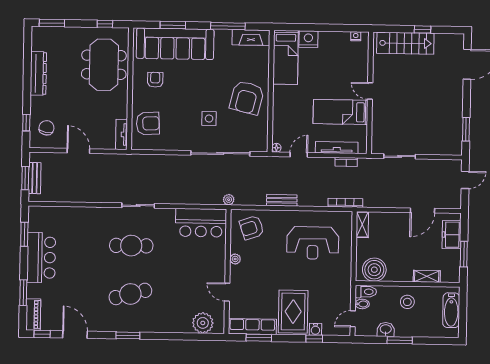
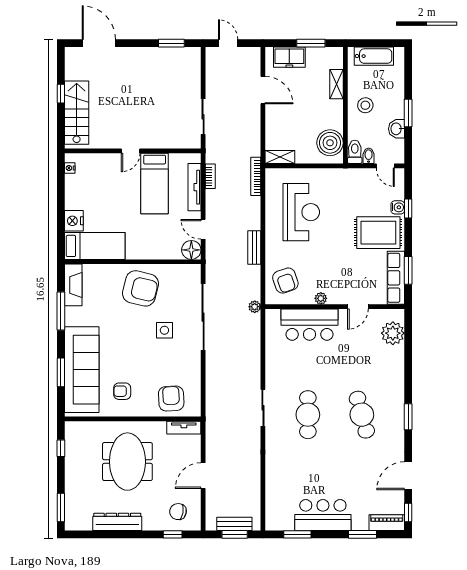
meeting table: (104, 65) -> (127, 462), moved, turned 90
floor lamp: (276, 148) -> (191, 250), width x1.89, depth x1.89
bar counter: (201, 223) -> (310, 325), moved, turned 90

